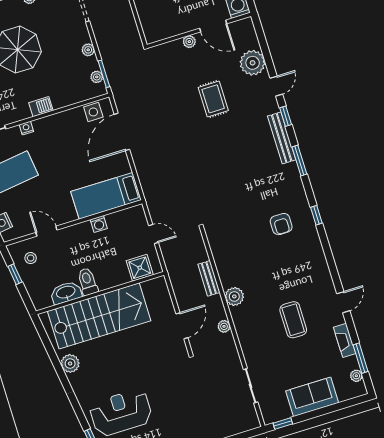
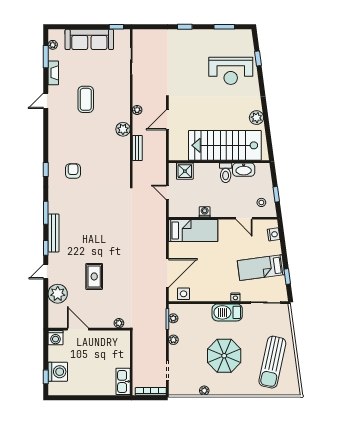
plant: (189, 42) -> (119, 323), moved
barbecue: (41, 107) -> (227, 312), width x1.88, depth x1.53
sofa: (312, 397) -> (89, 39), width x1.36

